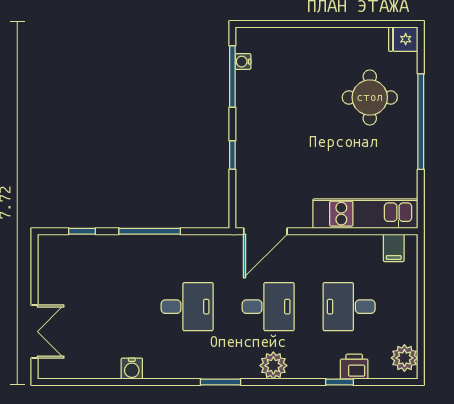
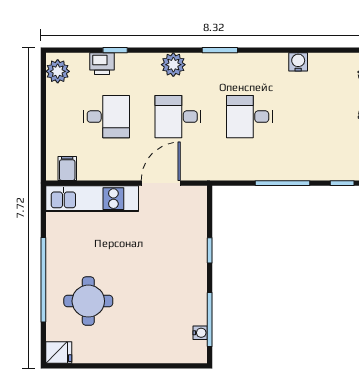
door: (265, 231) -> (161, 183), moved

